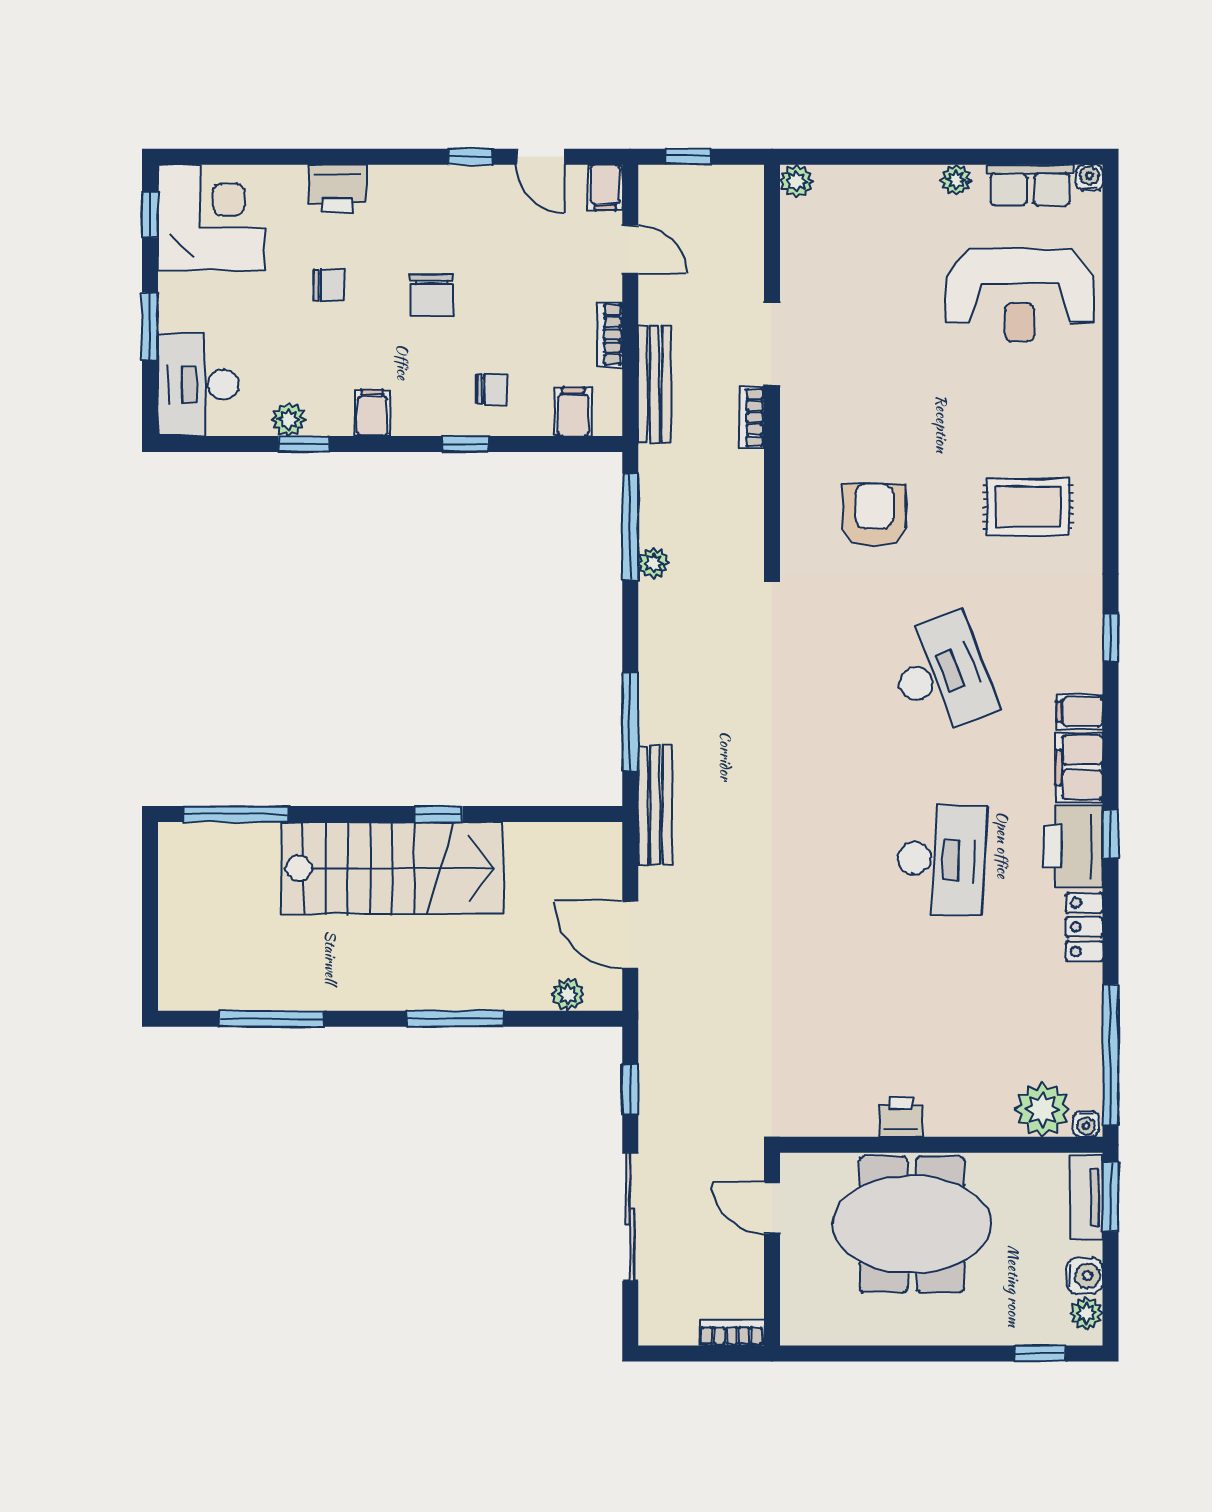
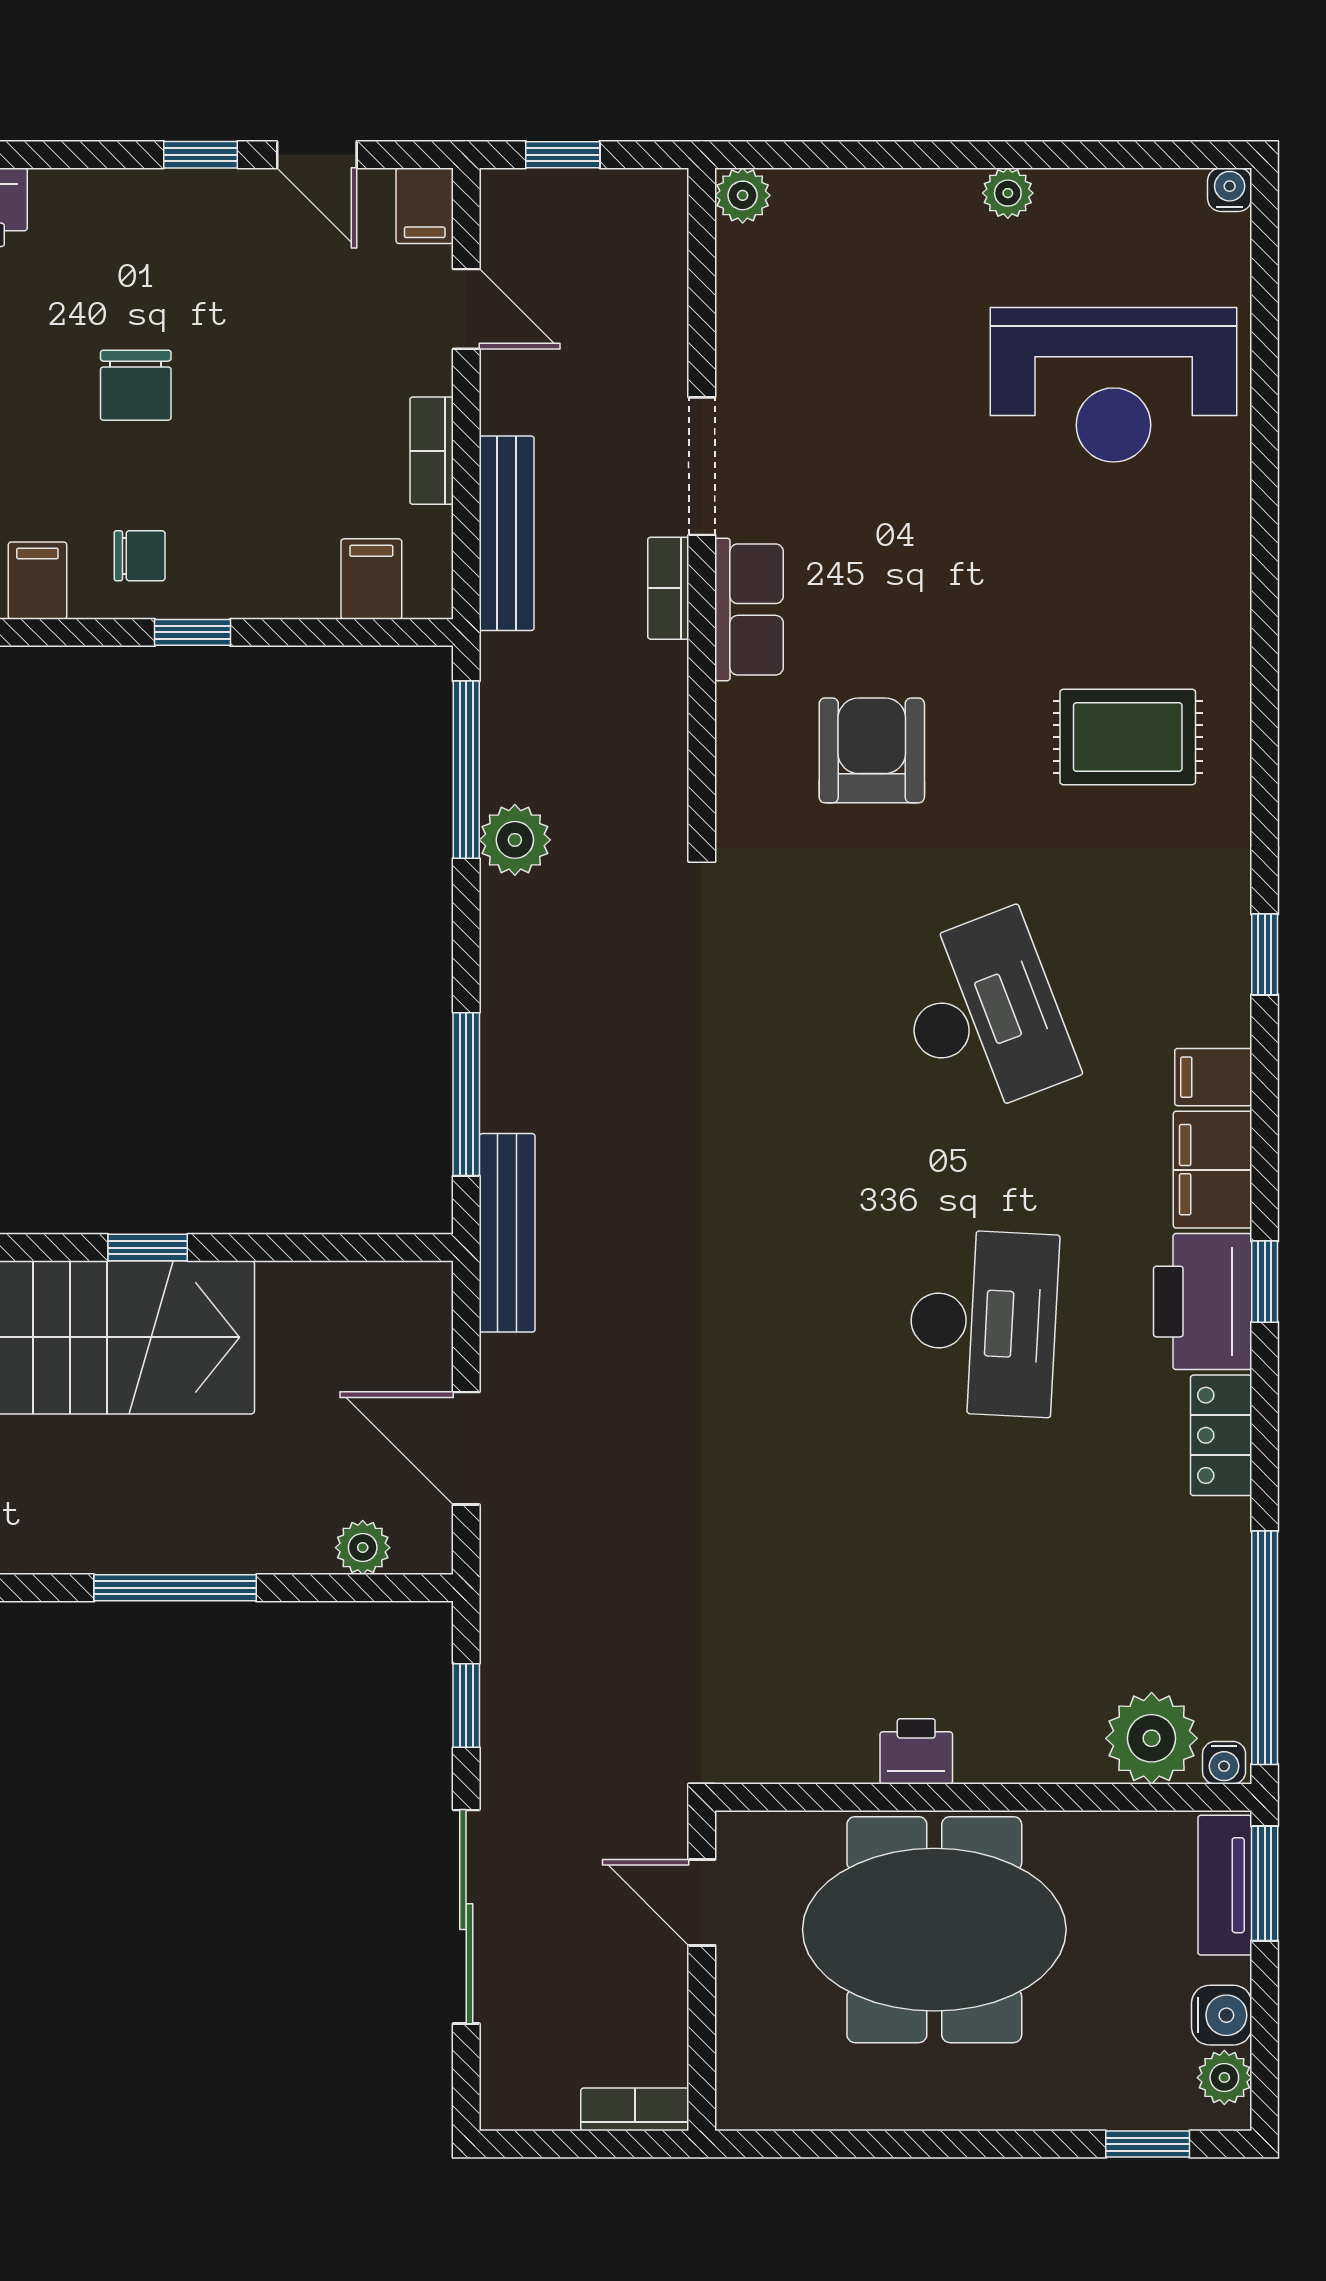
row of seats: (1030, 185) -> (749, 609), moved, turned -90
chair: (492, 389) -> (140, 556), moved
plant: (654, 563) -> (515, 840), width x1.38, depth x1.38

